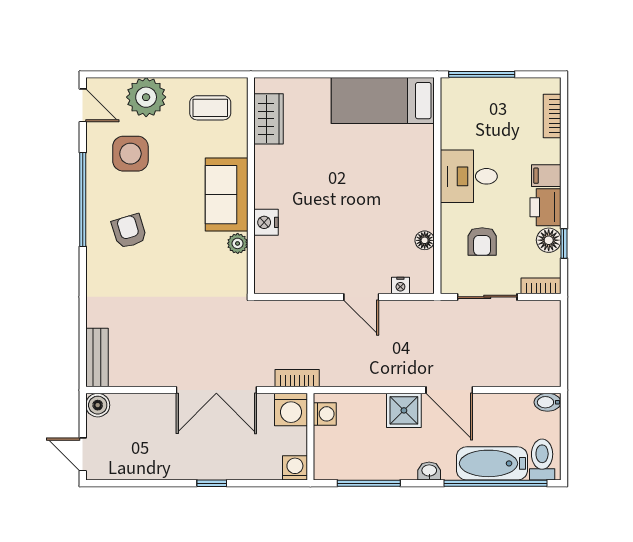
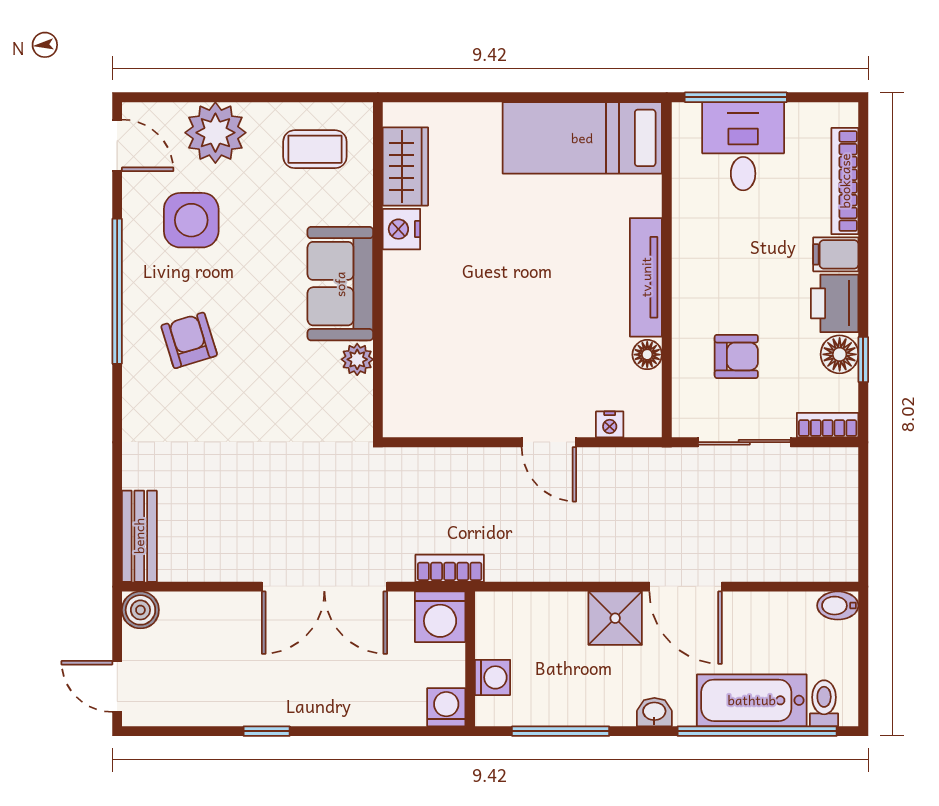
bookcase: (552, 116) -> (845, 181), width x1.56
desk: (469, 176) -> (743, 146), moved, turned 90
tv unit: (424, 191) -> (646, 277), added
nightstand: (266, 222) -> (401, 229), moved
armchair: (482, 242) -> (736, 356), turned -90
washing machine: (325, 414) -> (493, 677), moved
toilet: (542, 460) -> (824, 703), width x0.73, depth x0.72
window: (212, 483) -> (267, 731), moved

